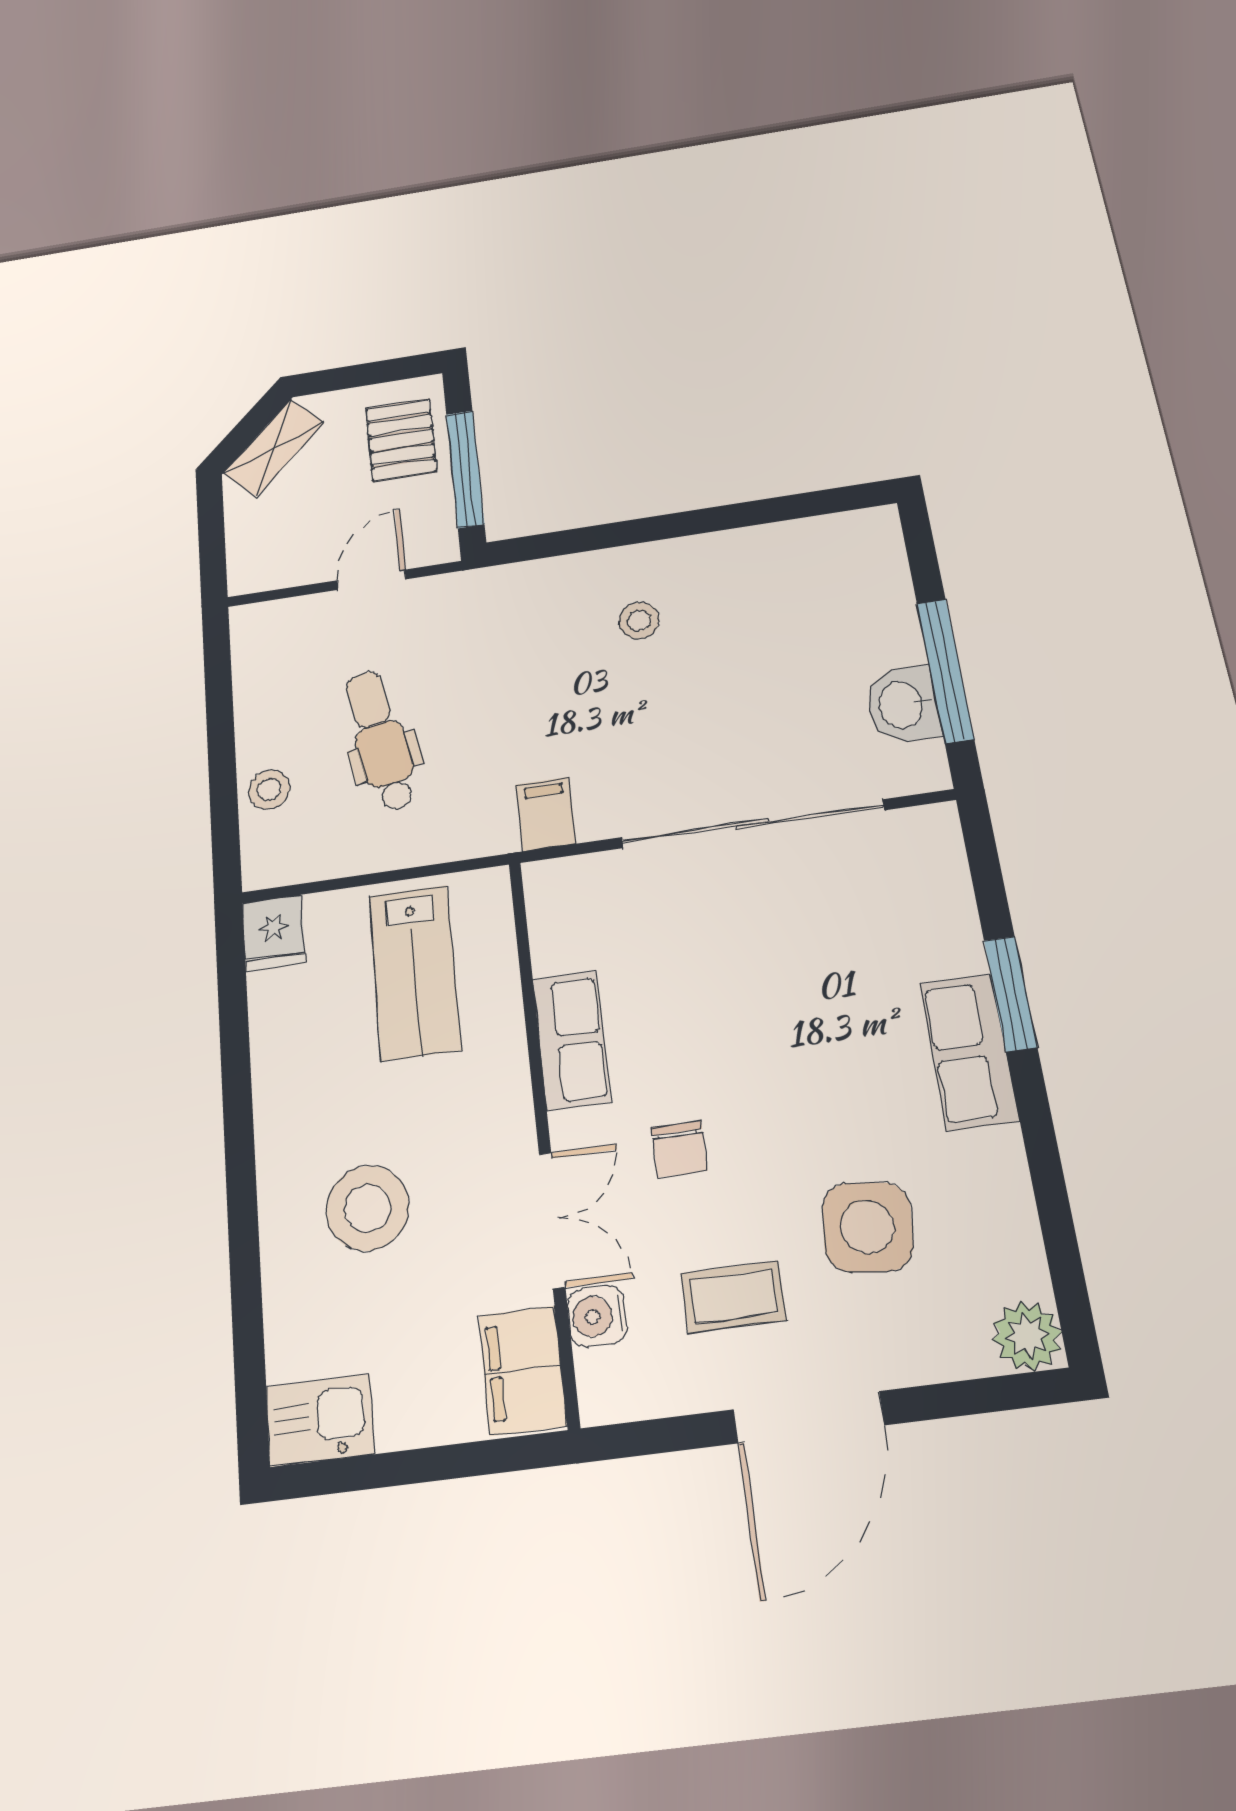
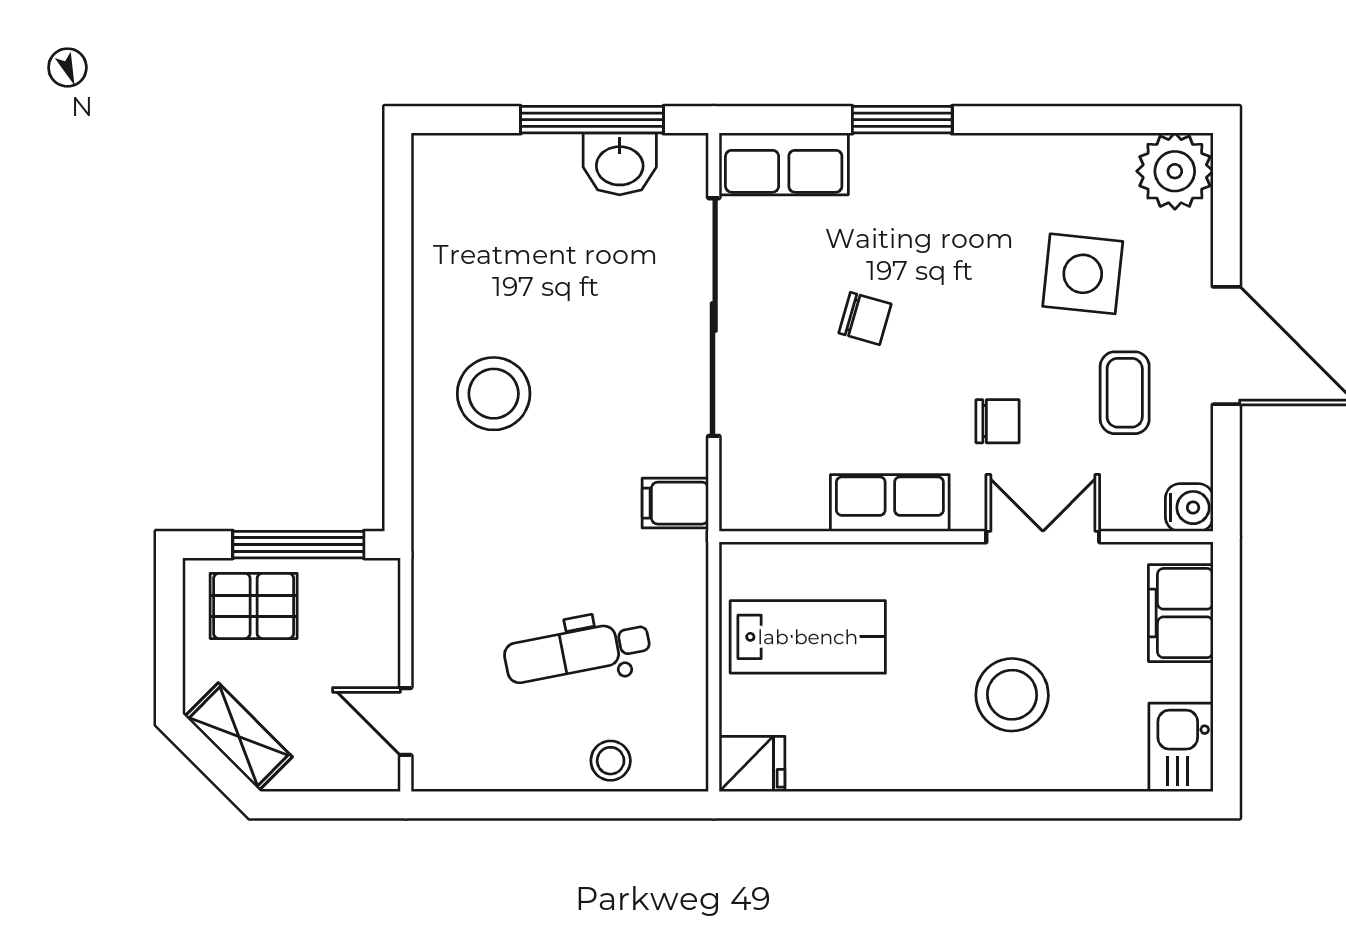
door: (371, 580) -> (406, 721), moved
stool: (639, 621) -> (494, 394), width x1.89, depth x1.89
chair: (775, 984) -> (865, 319), added
row of seats: (969, 1052) -> (784, 164), moved
water cooler: (597, 1316) -> (1189, 508), moved, turned -90
plant: (1027, 1336) -> (1175, 171), width x1.36, depth x1.36
filing cabinet: (523, 1370) -> (1181, 613), moved, turned 90

